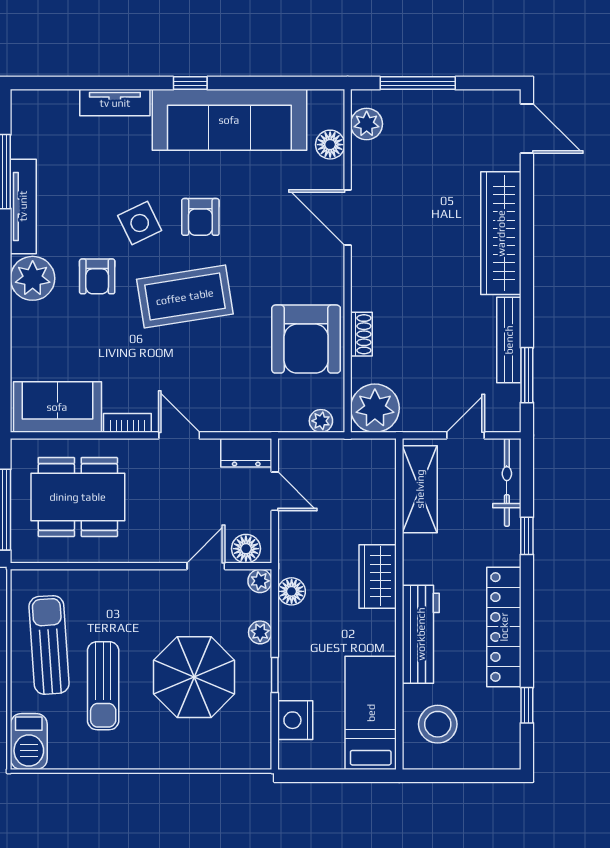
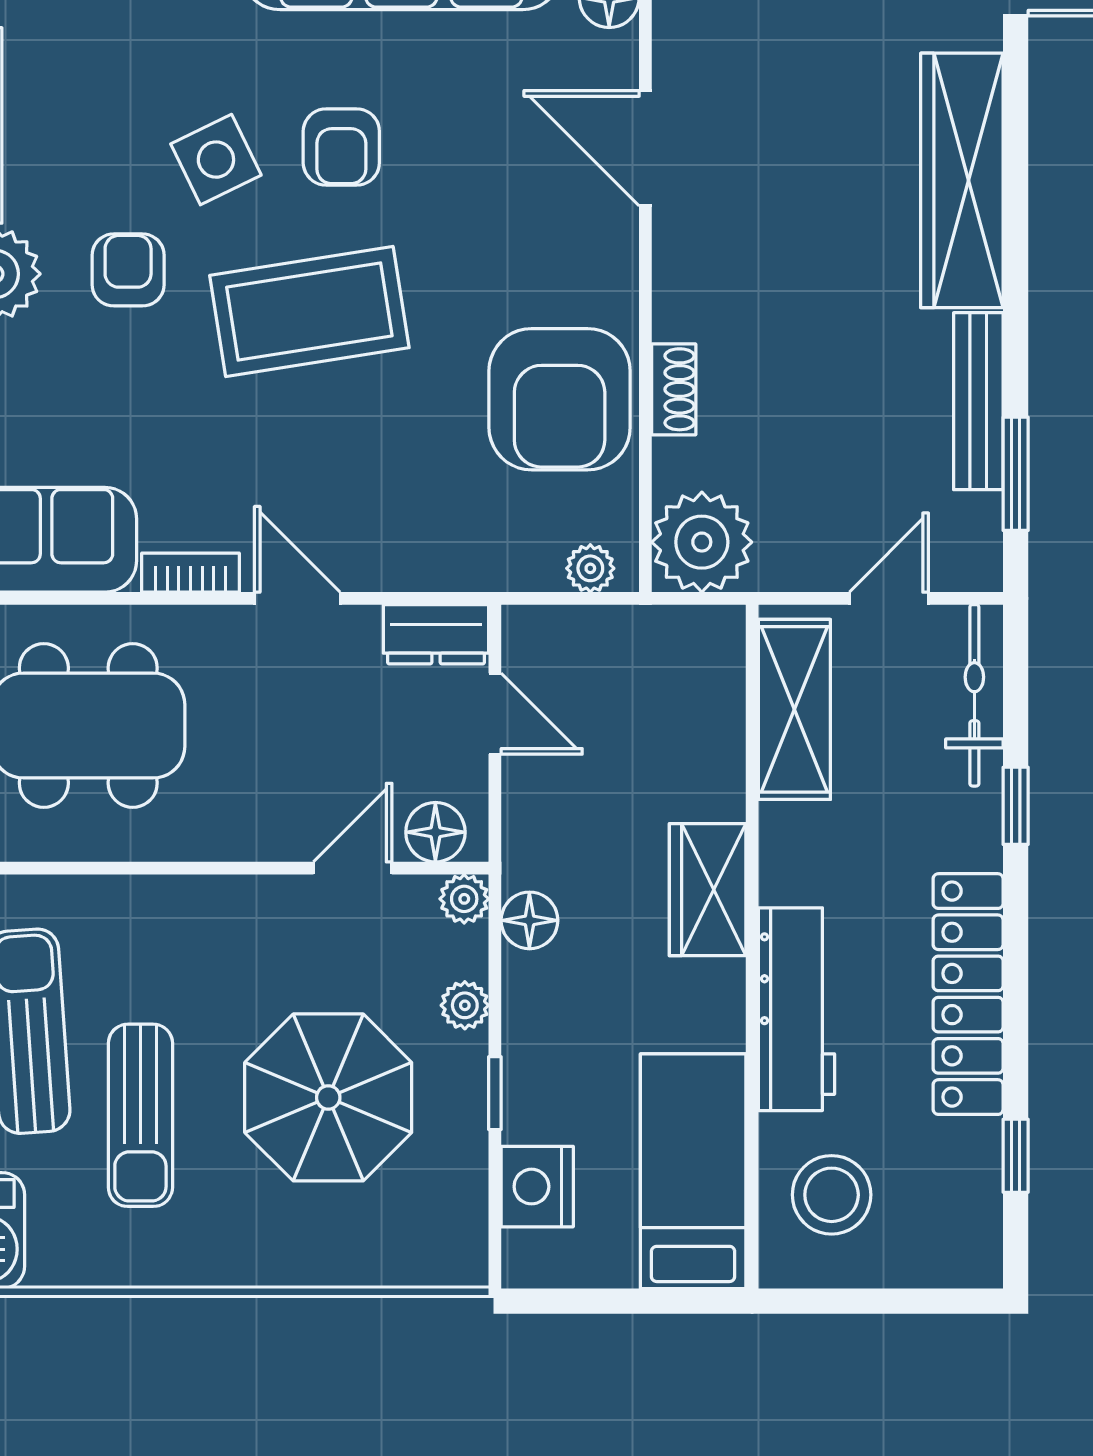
armchair: (97, 276) -> (128, 270), turned 180

